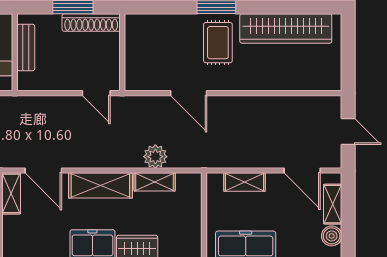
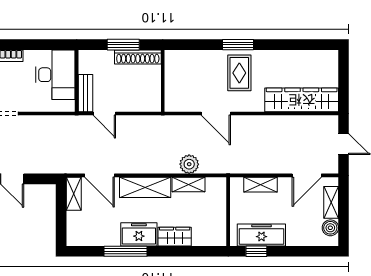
wardrobe: (286, 28) -> (302, 100), moved, turned 180
bench: (26, 47) -> (86, 93), moved
door: (96, 93) -> (104, 113), moved
door: (302, 171) -> (307, 175), hinge flipped

